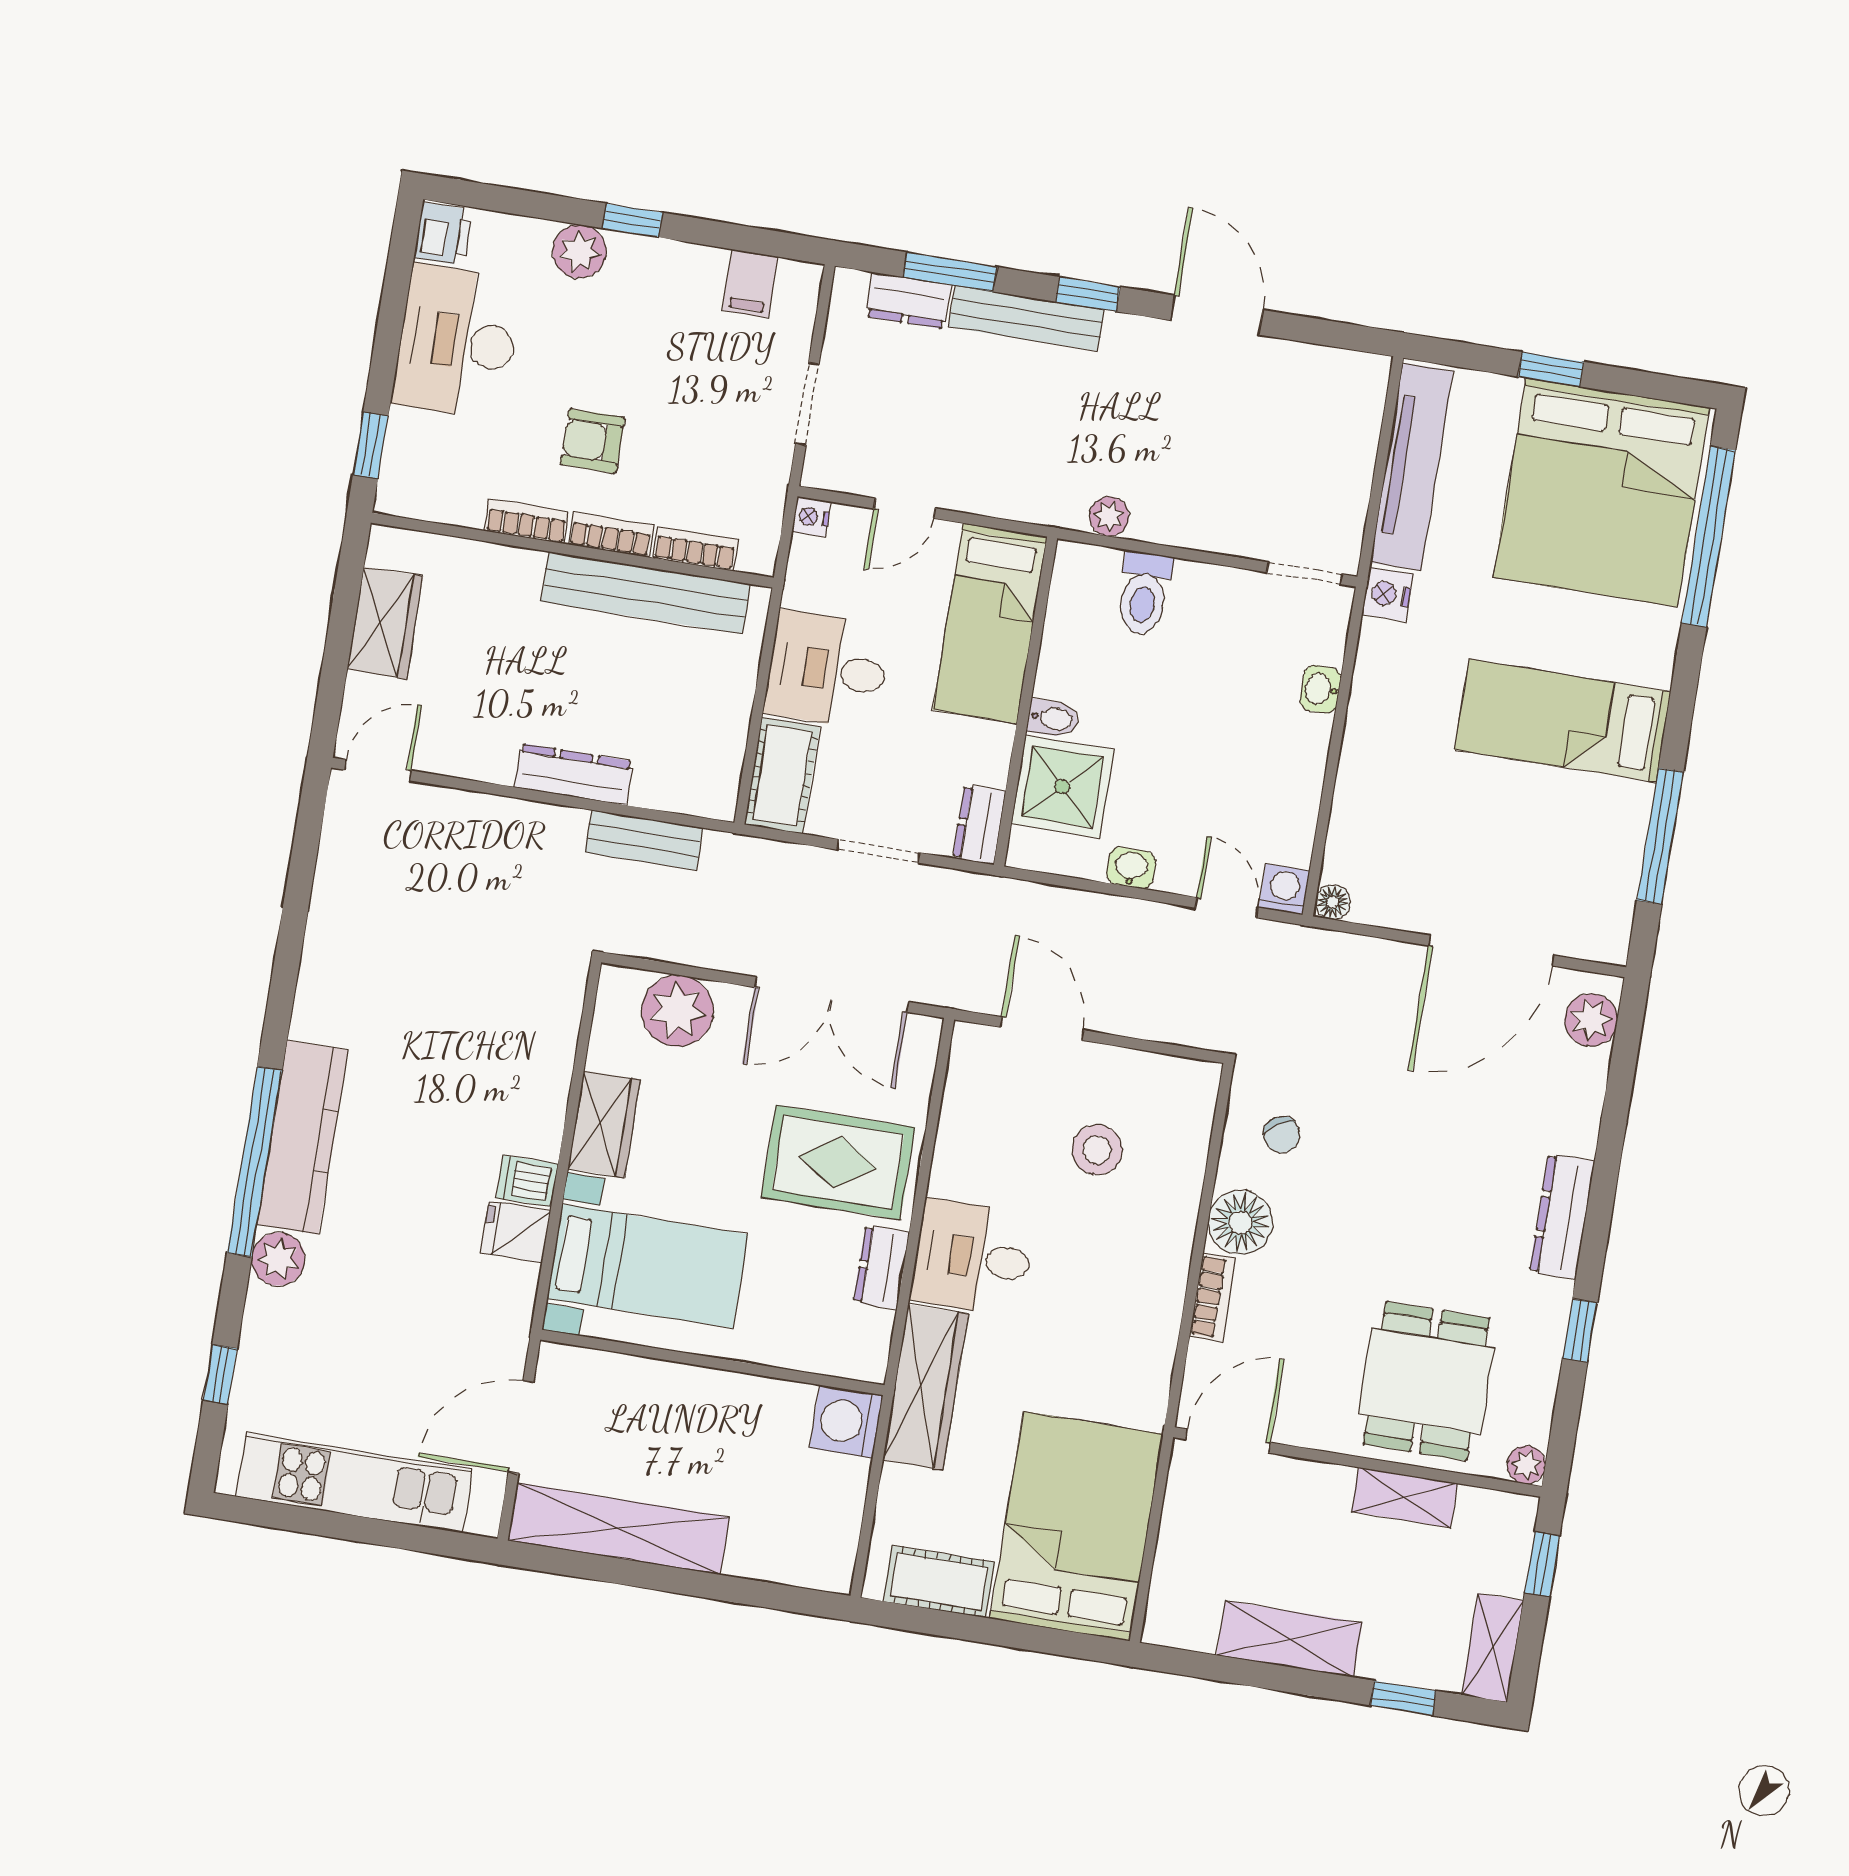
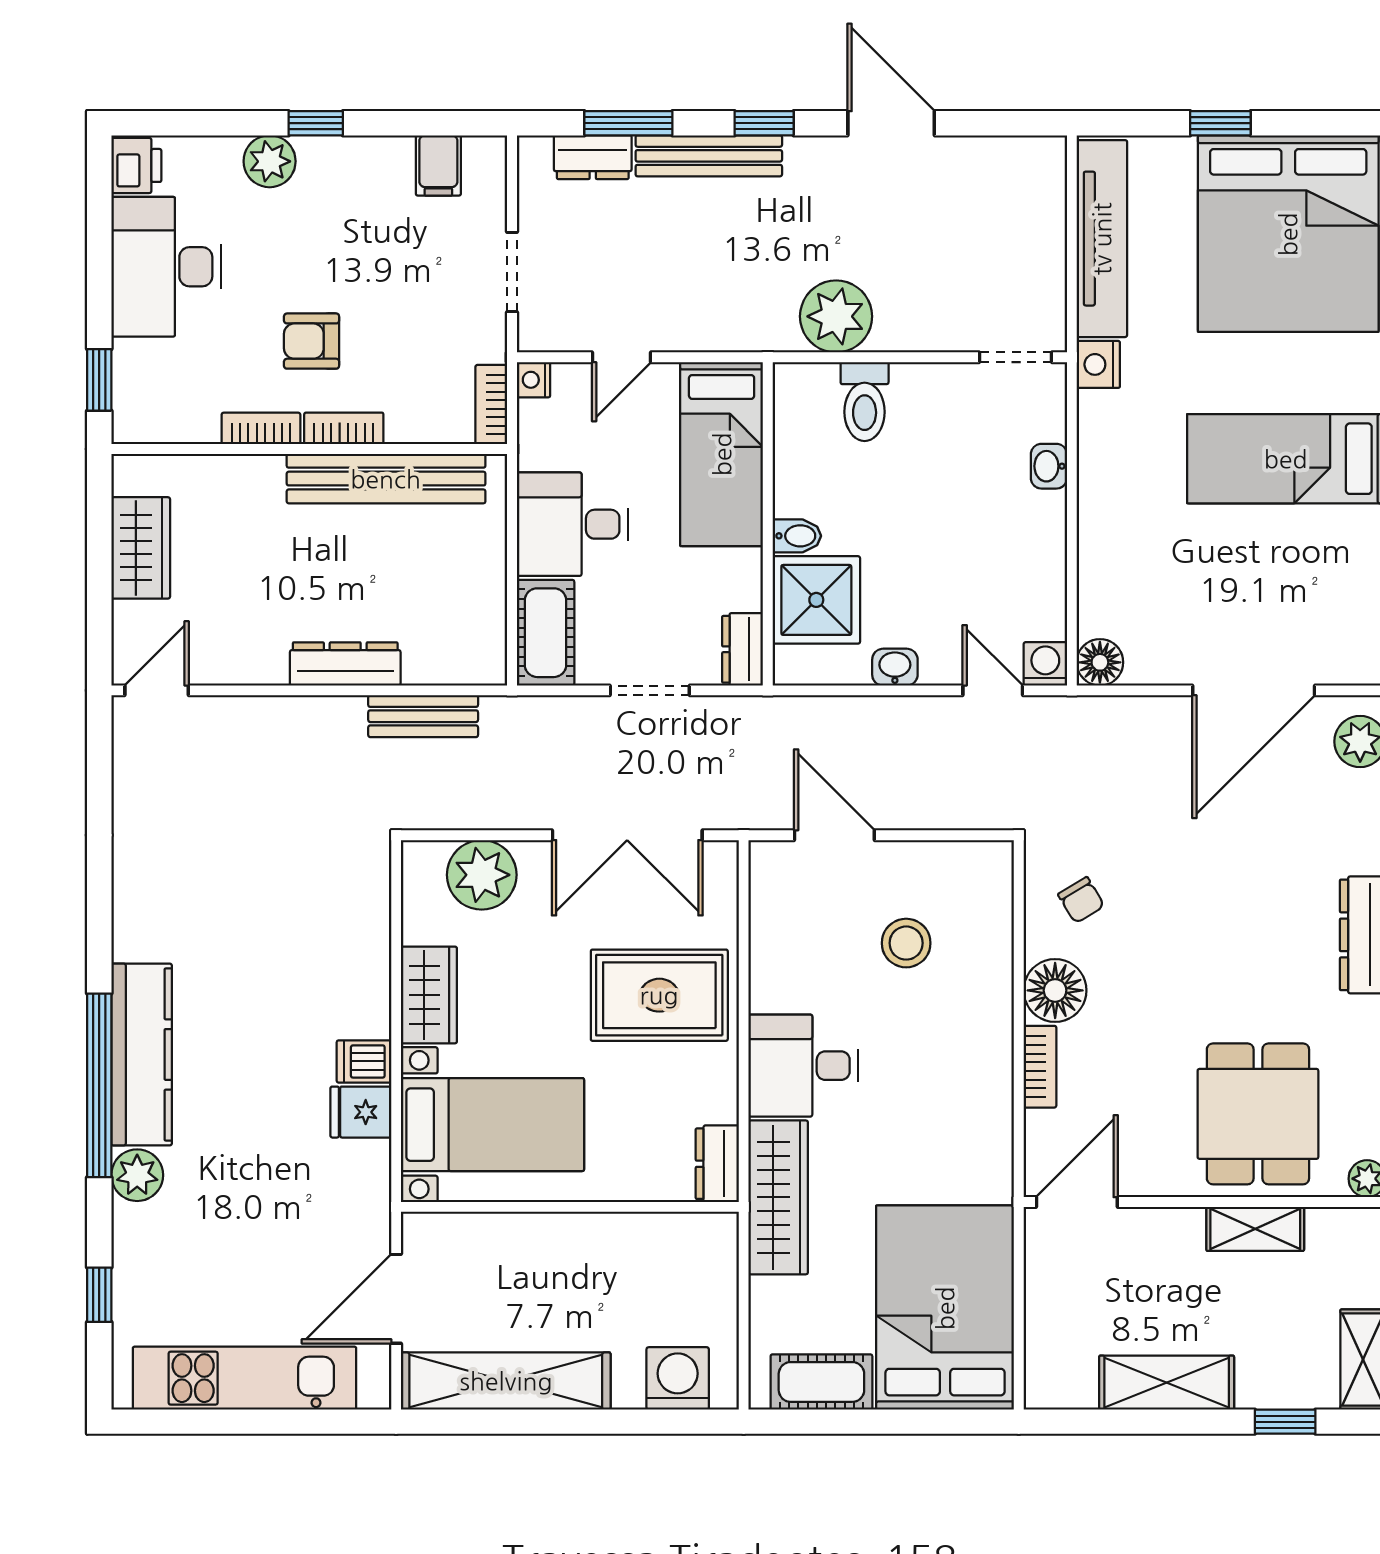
plant: (1109, 517) -> (836, 316), width x1.87, depth x1.87
bookcase: (695, 549) -> (491, 405), moved, turned -90
floor lamp: (1333, 902) -> (1100, 662), width x1.37, depth x1.37
dresser: (881, 1267) -> (717, 1164), moved
washing machine: (846, 1422) -> (678, 1378), moved, turned 90

